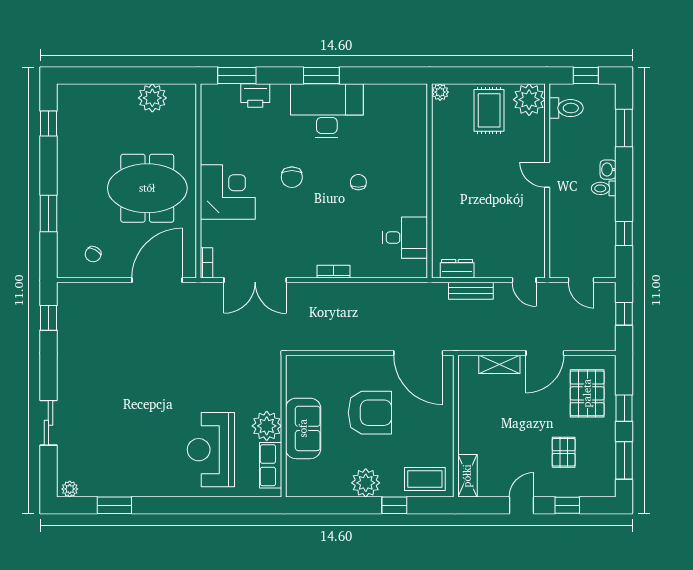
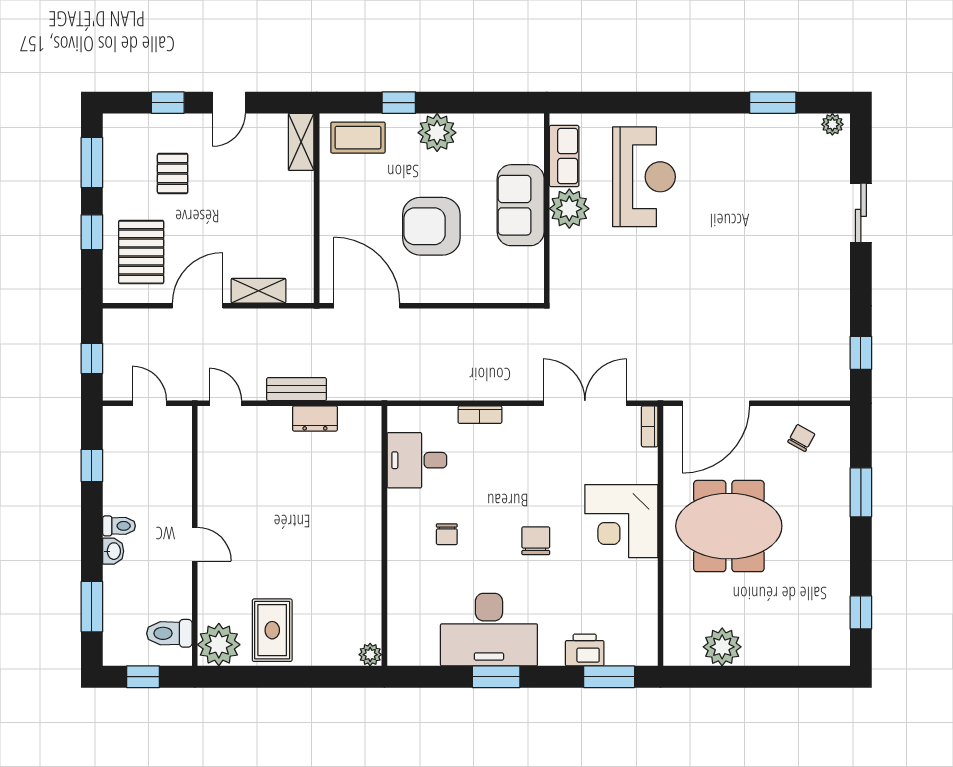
plant: (440, 92) -> (370, 655), moved
wall: (429, 181) -> (384, 536), moved
desk: (405, 238) -> (417, 460), moved

